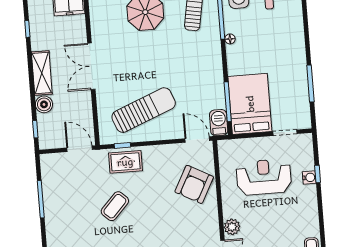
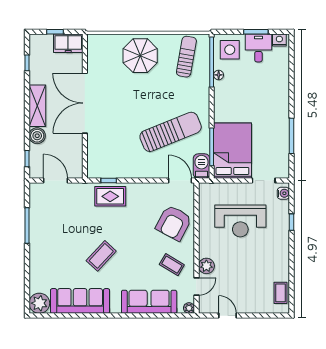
floor lamp: (230, 39) -> (219, 75), moved
double door: (91, 66) -> (85, 103), width x1.36
sun lounger: (144, 110) -> (171, 132), moved
door: (80, 149) -> (56, 181), moved
reception desk: (264, 177) -> (240, 221), turned 180
water cooler: (309, 177) -> (283, 193), moved
coffee table: (115, 206) -> (101, 256), moved
coffee table: (196, 228) -> (172, 265), added

